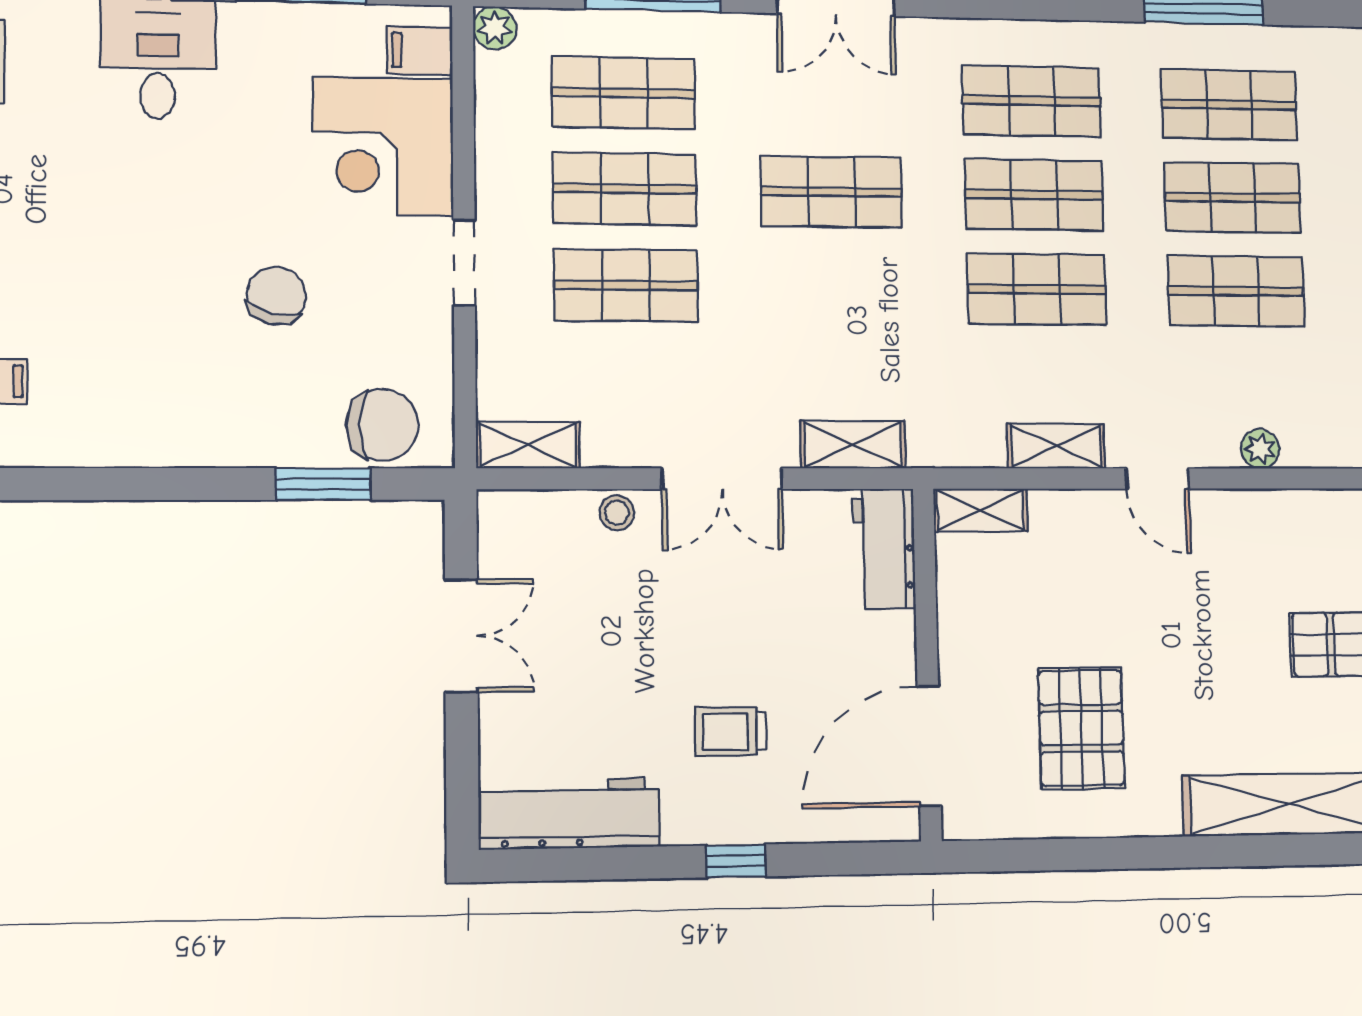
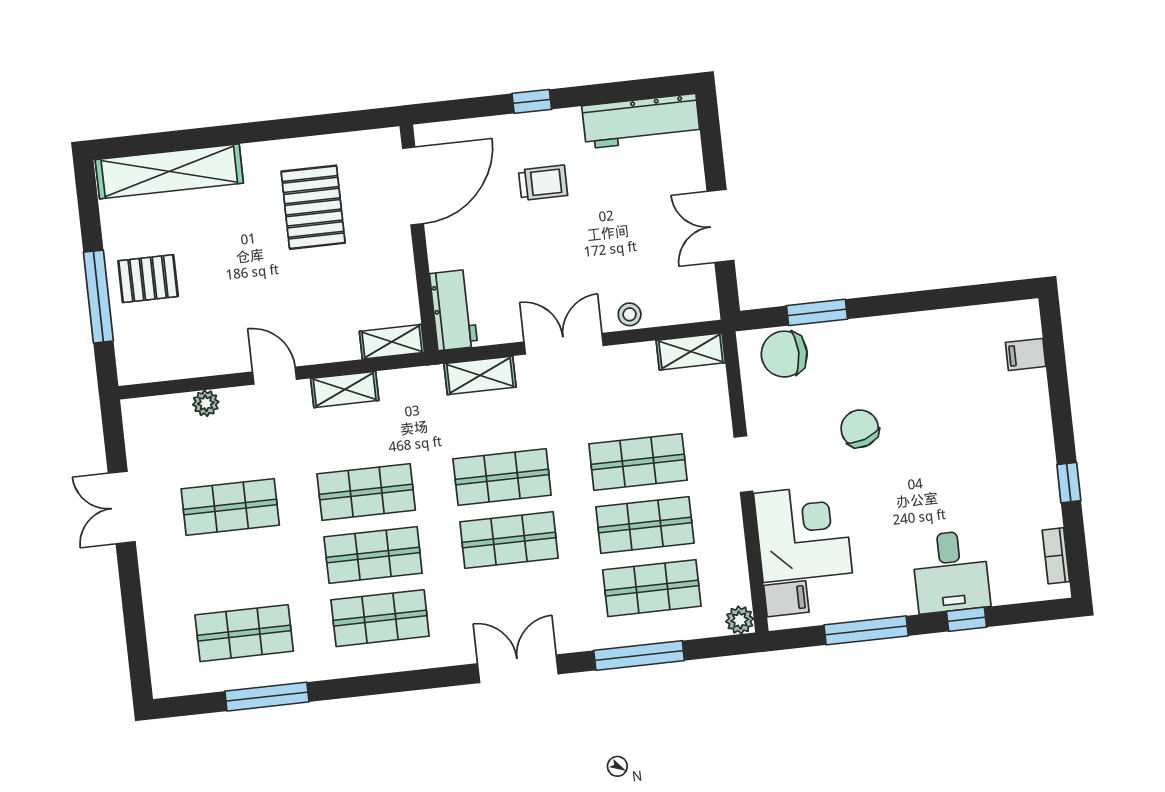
shop shelf: (1233, 198) -> (502, 477), moved
chair: (276, 296) -> (860, 429), turned 147

